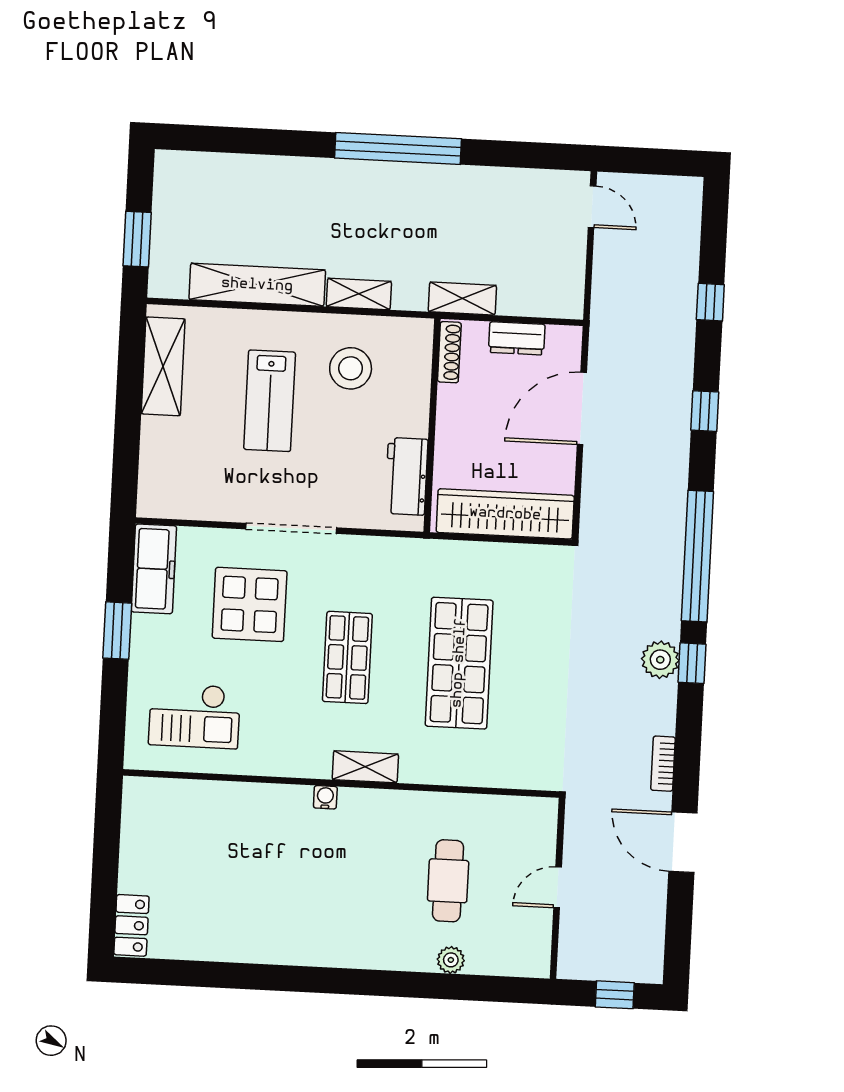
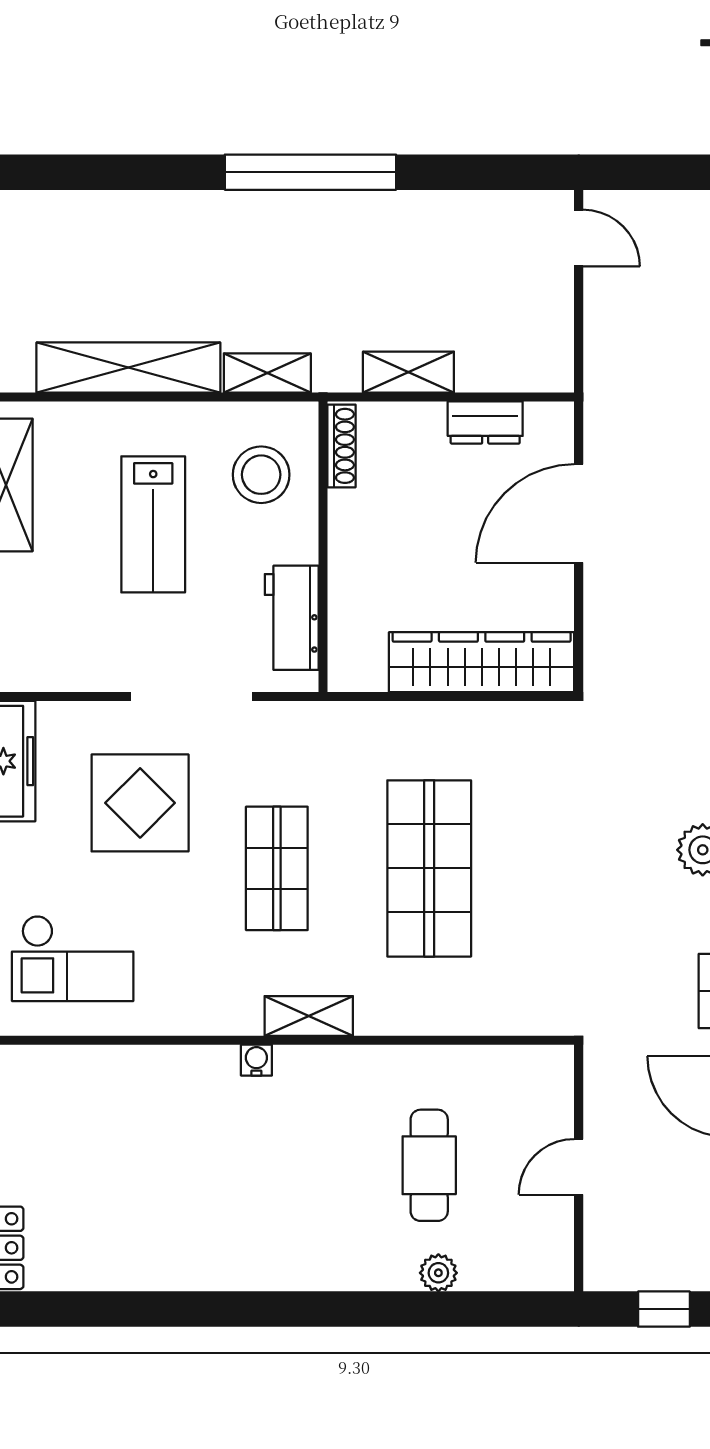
shoe rack: (449, 352) -> (342, 446), moved
wall: (432, 425) -> (323, 547), moved
workbench: (406, 476) -> (292, 618), moved

